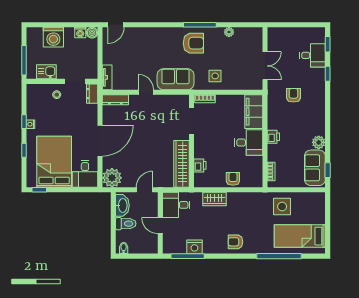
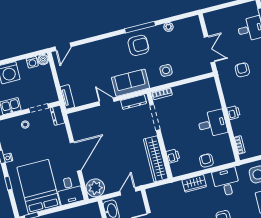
dresser: (115, 100) -> (134, 102), moved
filing cabinet: (254, 112) -> (210, 94), removed
desk: (176, 205) -> (226, 182), moved, turned 90

